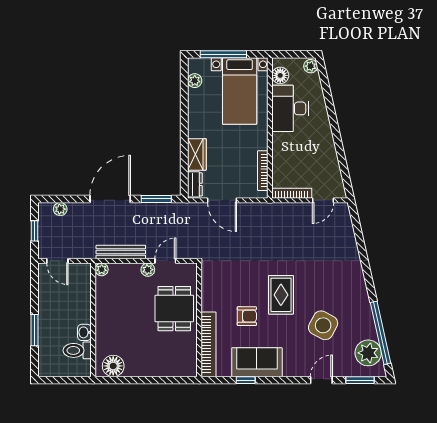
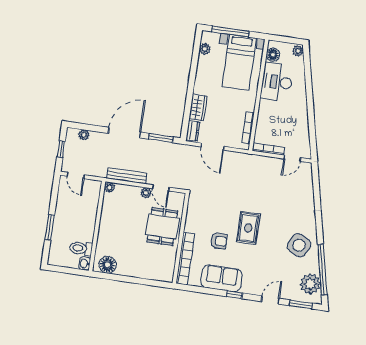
door: (165, 261) -> (161, 188), swing flipped
side table: (323, 325) -> (299, 245), moved
washbasin: (84, 332) -> (85, 264), moved
window: (246, 380) -> (234, 295), moved

